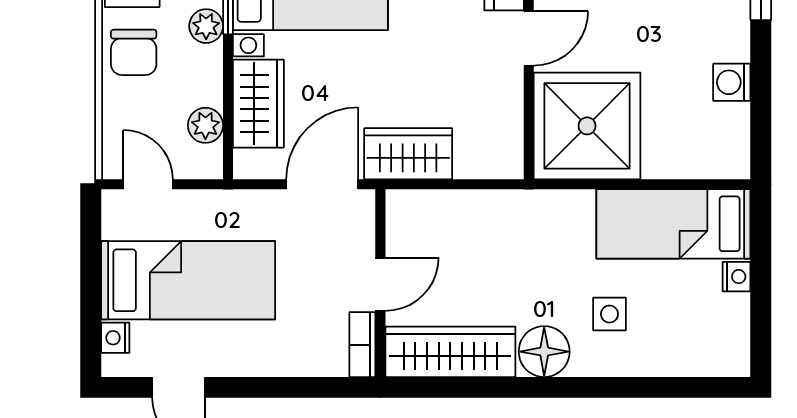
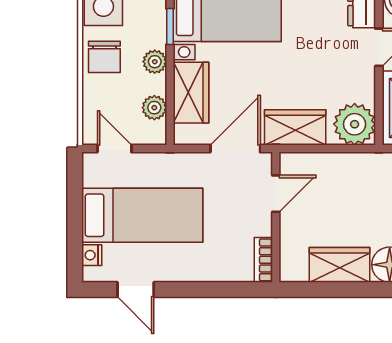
plant: (206, 26) -> (155, 62), moved
plant: (494, 149) -> (355, 124), added
door: (380, 284) -> (276, 194), moved
wardrobe: (450, 352) -> (339, 265), width x0.67

